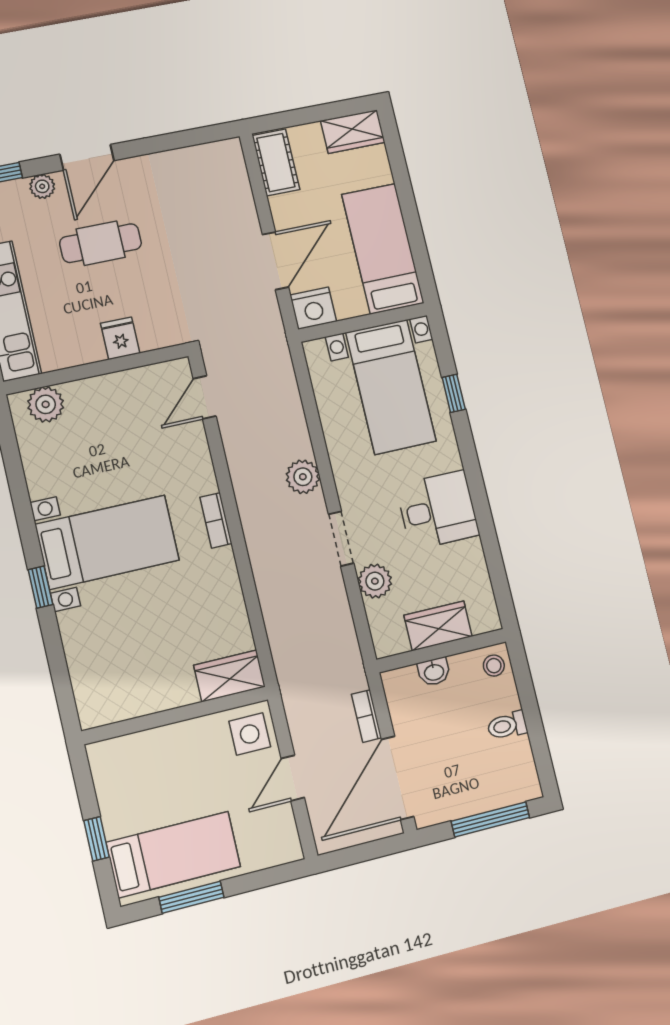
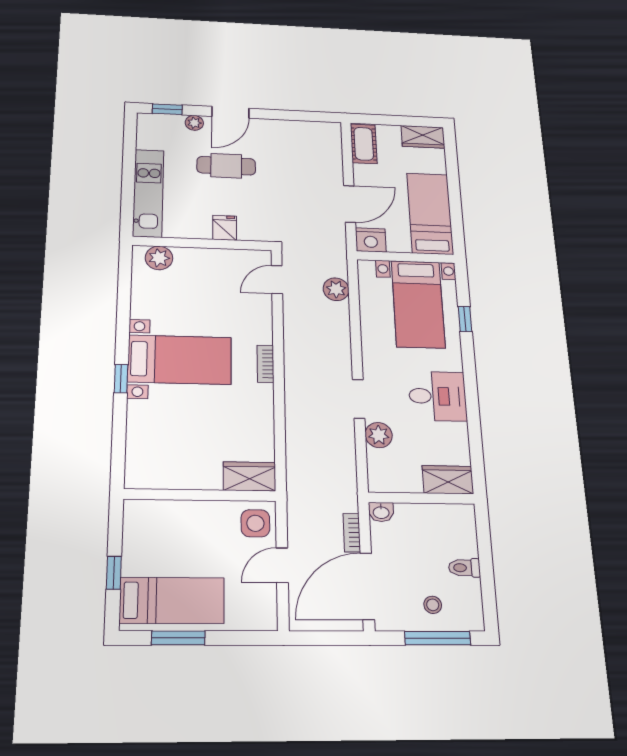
plant: (303, 477) -> (336, 289), moved
wardrobe: (438, 626) -> (448, 480), moved
stool: (494, 666) -> (433, 605), moved
washbasin: (434, 672) -> (381, 512), moved

